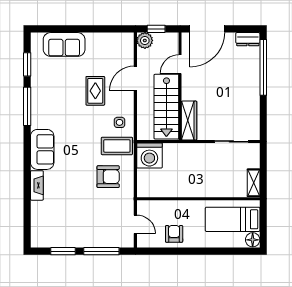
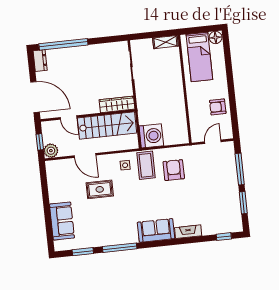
window: (27, 225) -> (224, 237), added

